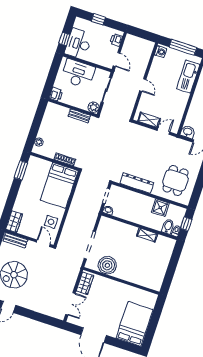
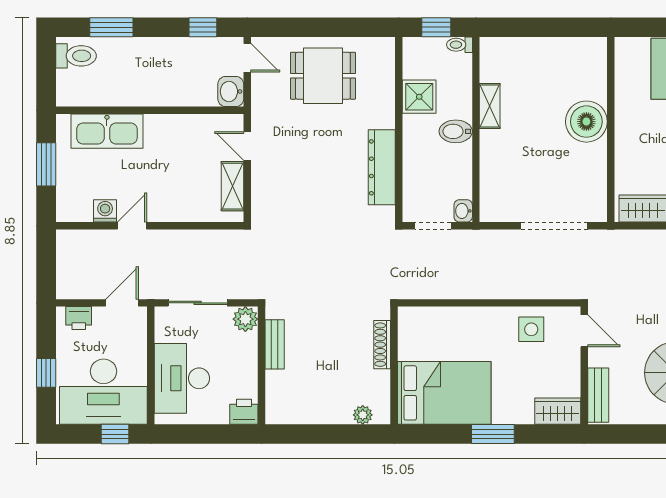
desk: (78, 44) -> (103, 392), width x1.36, depth x1.30
window: (183, 47) -> (46, 164), width x0.69
washing machine: (161, 52) -> (105, 211), moved
door: (143, 85) -> (132, 226), moved
window: (21, 170) -> (493, 434), moved
dining table: (175, 180) -> (323, 76), moved
bed: (59, 185) -> (444, 393), moved
bidet: (168, 227) -> (456, 131), moved
door: (43, 243) -> (584, 331), swing flipped
boiler: (107, 265) -> (586, 122), moved

